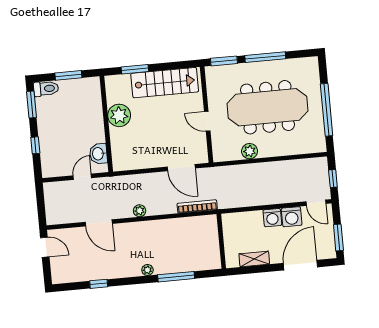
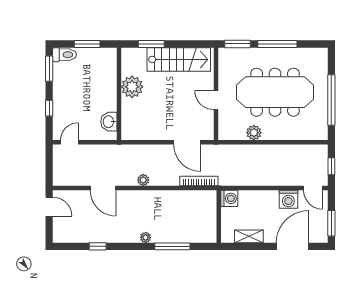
door: (82, 177) -> (69, 142), moved
washing machine: (272, 218) -> (229, 198), moved, turned -90

